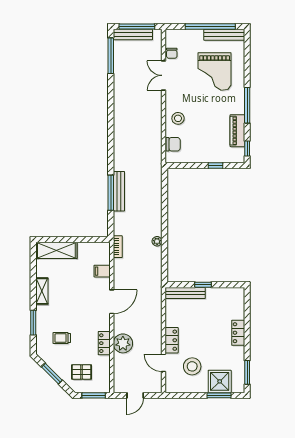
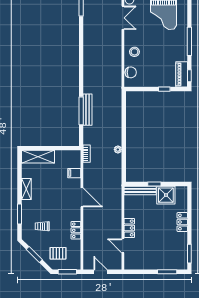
double door: (163, 75) -> (123, 18), swing flipped
piano: (237, 131) -> (182, 74), moved
door: (112, 302) -> (82, 197), hinge flipped
plant: (123, 343) -> (91, 231), removed
stool: (192, 366) -> (146, 249), removed
shower: (220, 381) -> (166, 195), moved
door: (135, 395) -> (100, 272), swing flipped

